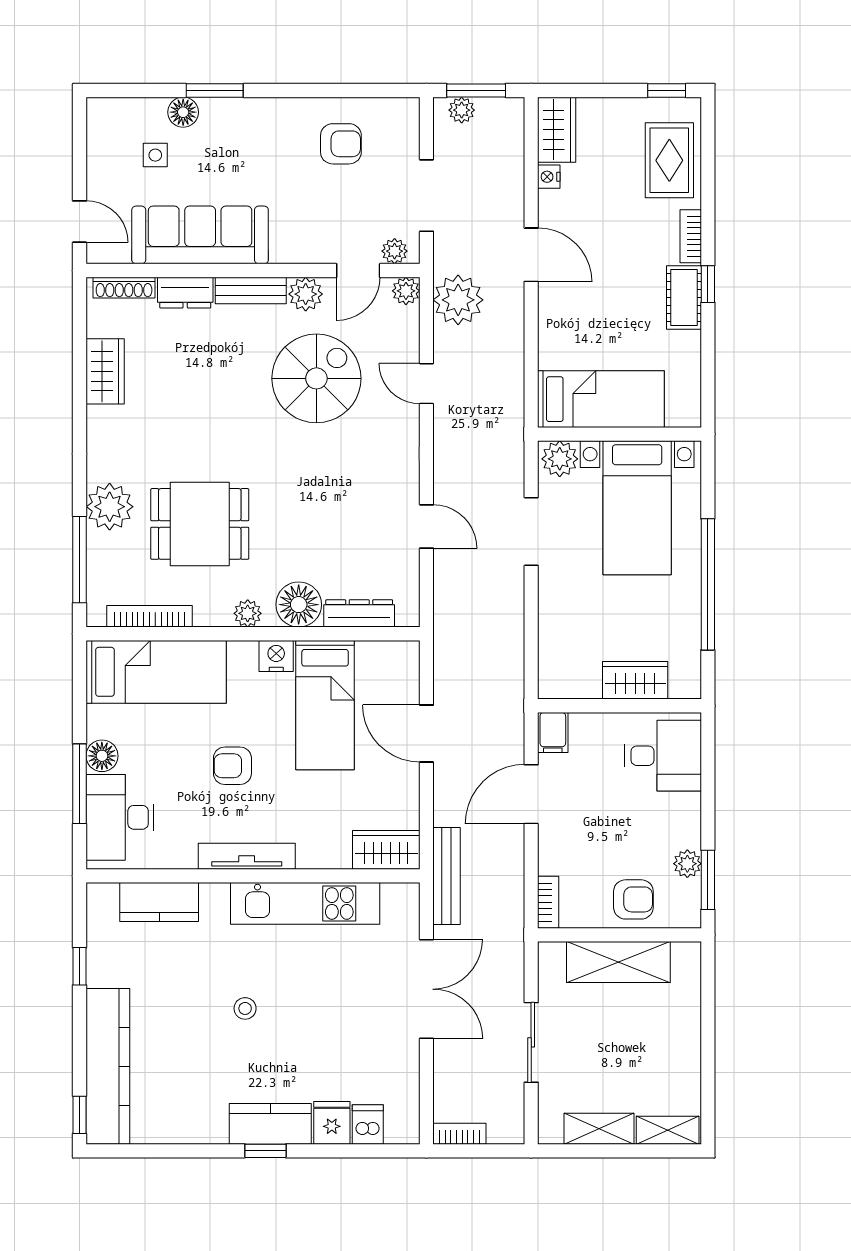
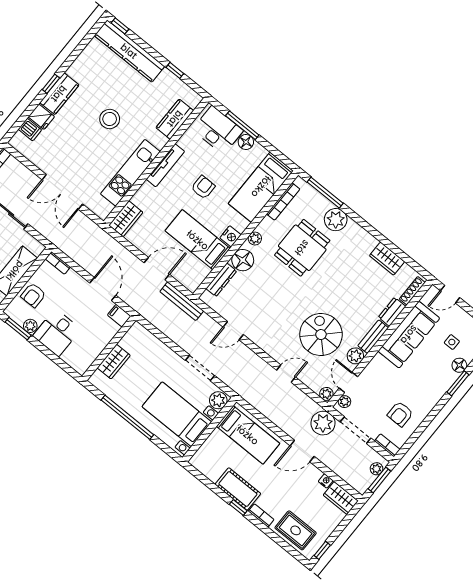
bookcase: (409, 124) -> (387, 445), added
cot: (684, 297) -> (238, 489), width x1.37, depth x1.34
plant: (458, 300) -> (323, 423), moved
spiral stairs: (316, 378) -> (321, 335), turned 180
bed: (601, 399) -> (248, 435), moved, turned -90
desk: (663, 756) -> (57, 333), moved
bench: (447, 876) -> (182, 301), moved
stool: (245, 1008) -> (110, 119), width x1.89, depth x1.89

